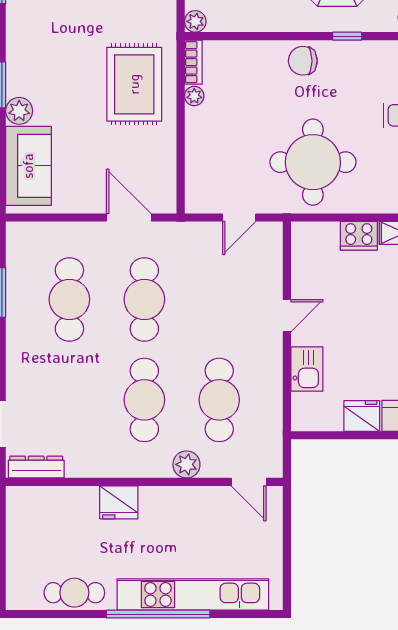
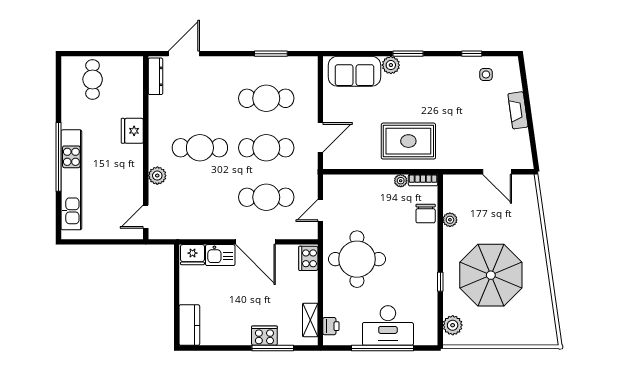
plant: (195, 21) -> (450, 220), moved
chair: (303, 61) -> (426, 214), moved, turned 180
door: (239, 218) -> (320, 210), hinge flipped
cooker: (359, 236) -> (308, 258), moved
door: (287, 316) -> (256, 242), width x1.87
cafe table: (219, 400) -> (266, 197), moved
fridge: (362, 416) -> (192, 255), moved, turned 90
cafe table: (74, 593) -> (93, 79), moved

